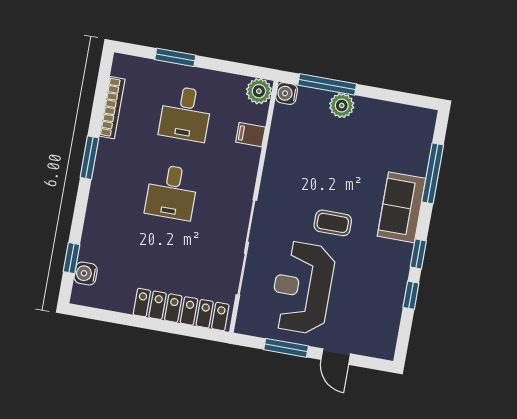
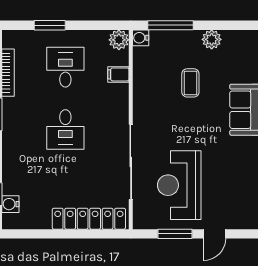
plant: (342, 105) -> (212, 39), moved
desk: (186, 114) -> (65, 67), turned 180
coffee table: (333, 223) -> (190, 83), moved, turned 90
door: (336, 357) -> (215, 234), hinge flipped

